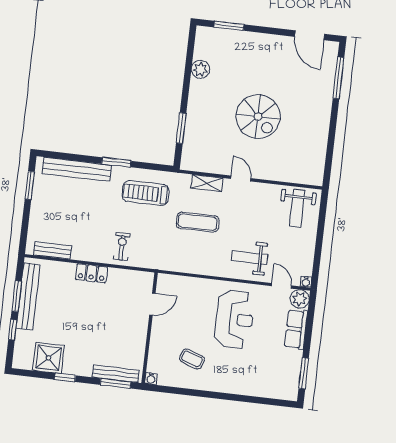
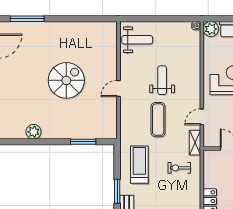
shelving: (207, 183) -> (195, 143), moved
treadmill: (146, 193) -> (139, 165), turned 180
exercise bike: (122, 247) -> (179, 168), moved
weight bench: (250, 258) -> (162, 80), moved, turned 180
door: (281, 286) -> (202, 117), moved

